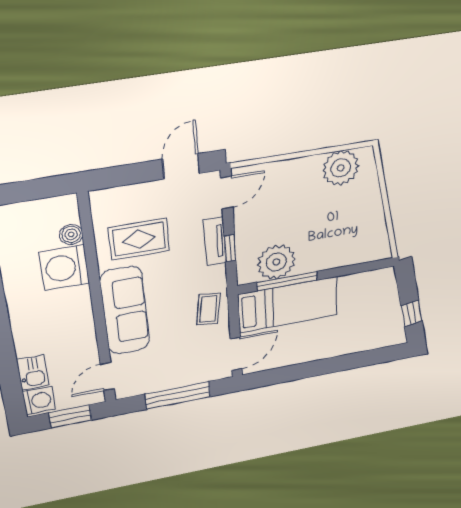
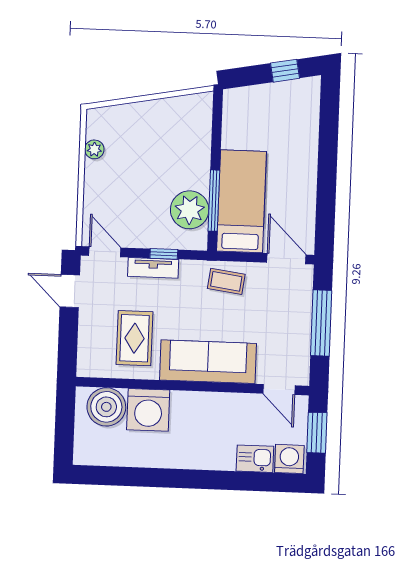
plant: (341, 168) -> (94, 149), width x0.53, depth x0.53
boiler: (71, 234) -> (106, 407), width x1.86, depth x1.86

